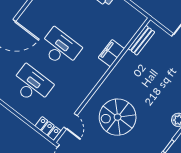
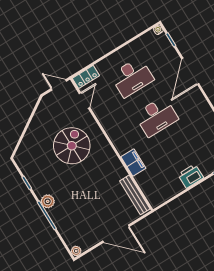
bench: (141, 40) -> (135, 195), width x1.36
door: (70, 121) -> (85, 100), swing flipped

